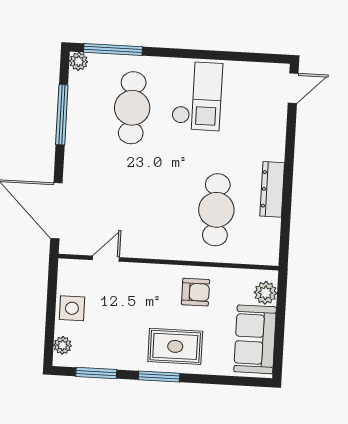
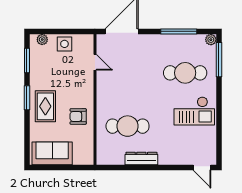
armchair: (195, 292) -> (78, 116), turned 90
plant: (266, 293) -> (80, 158), removed

